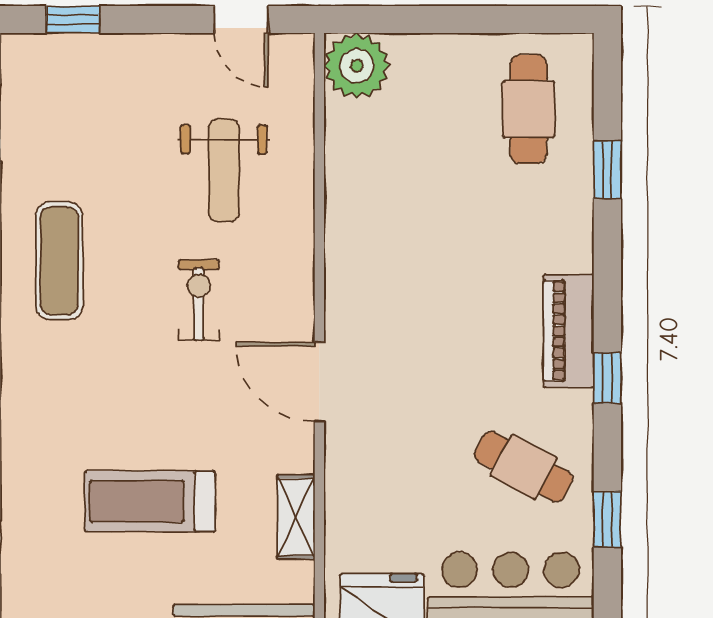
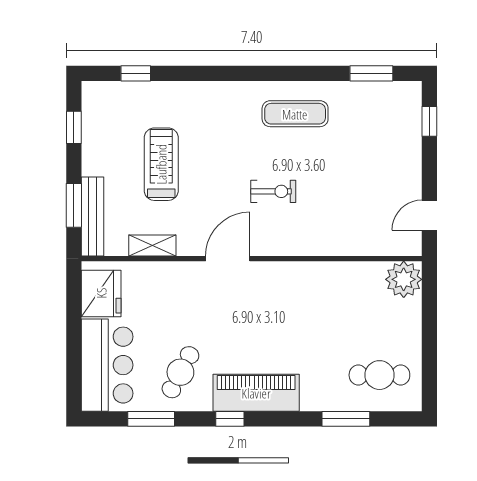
weight bench: (224, 170) -> (346, 205), removed
window: (607, 170) -> (346, 419), width x1.50
piano: (569, 331) -> (256, 393), width x1.37, depth x1.33
window: (607, 519) -> (151, 419), width x1.50

